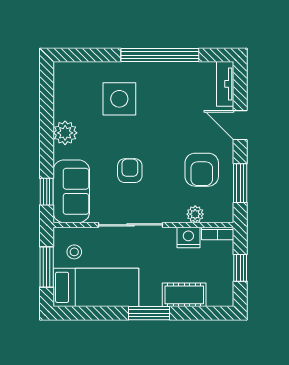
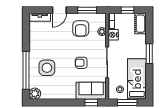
window: (160, 55) -> (26, 70), moved
plant: (65, 133) -> (35, 94), moved
armchair: (202, 170) -> (81, 28), turned 90
cot: (184, 295) -> (140, 24), moved

